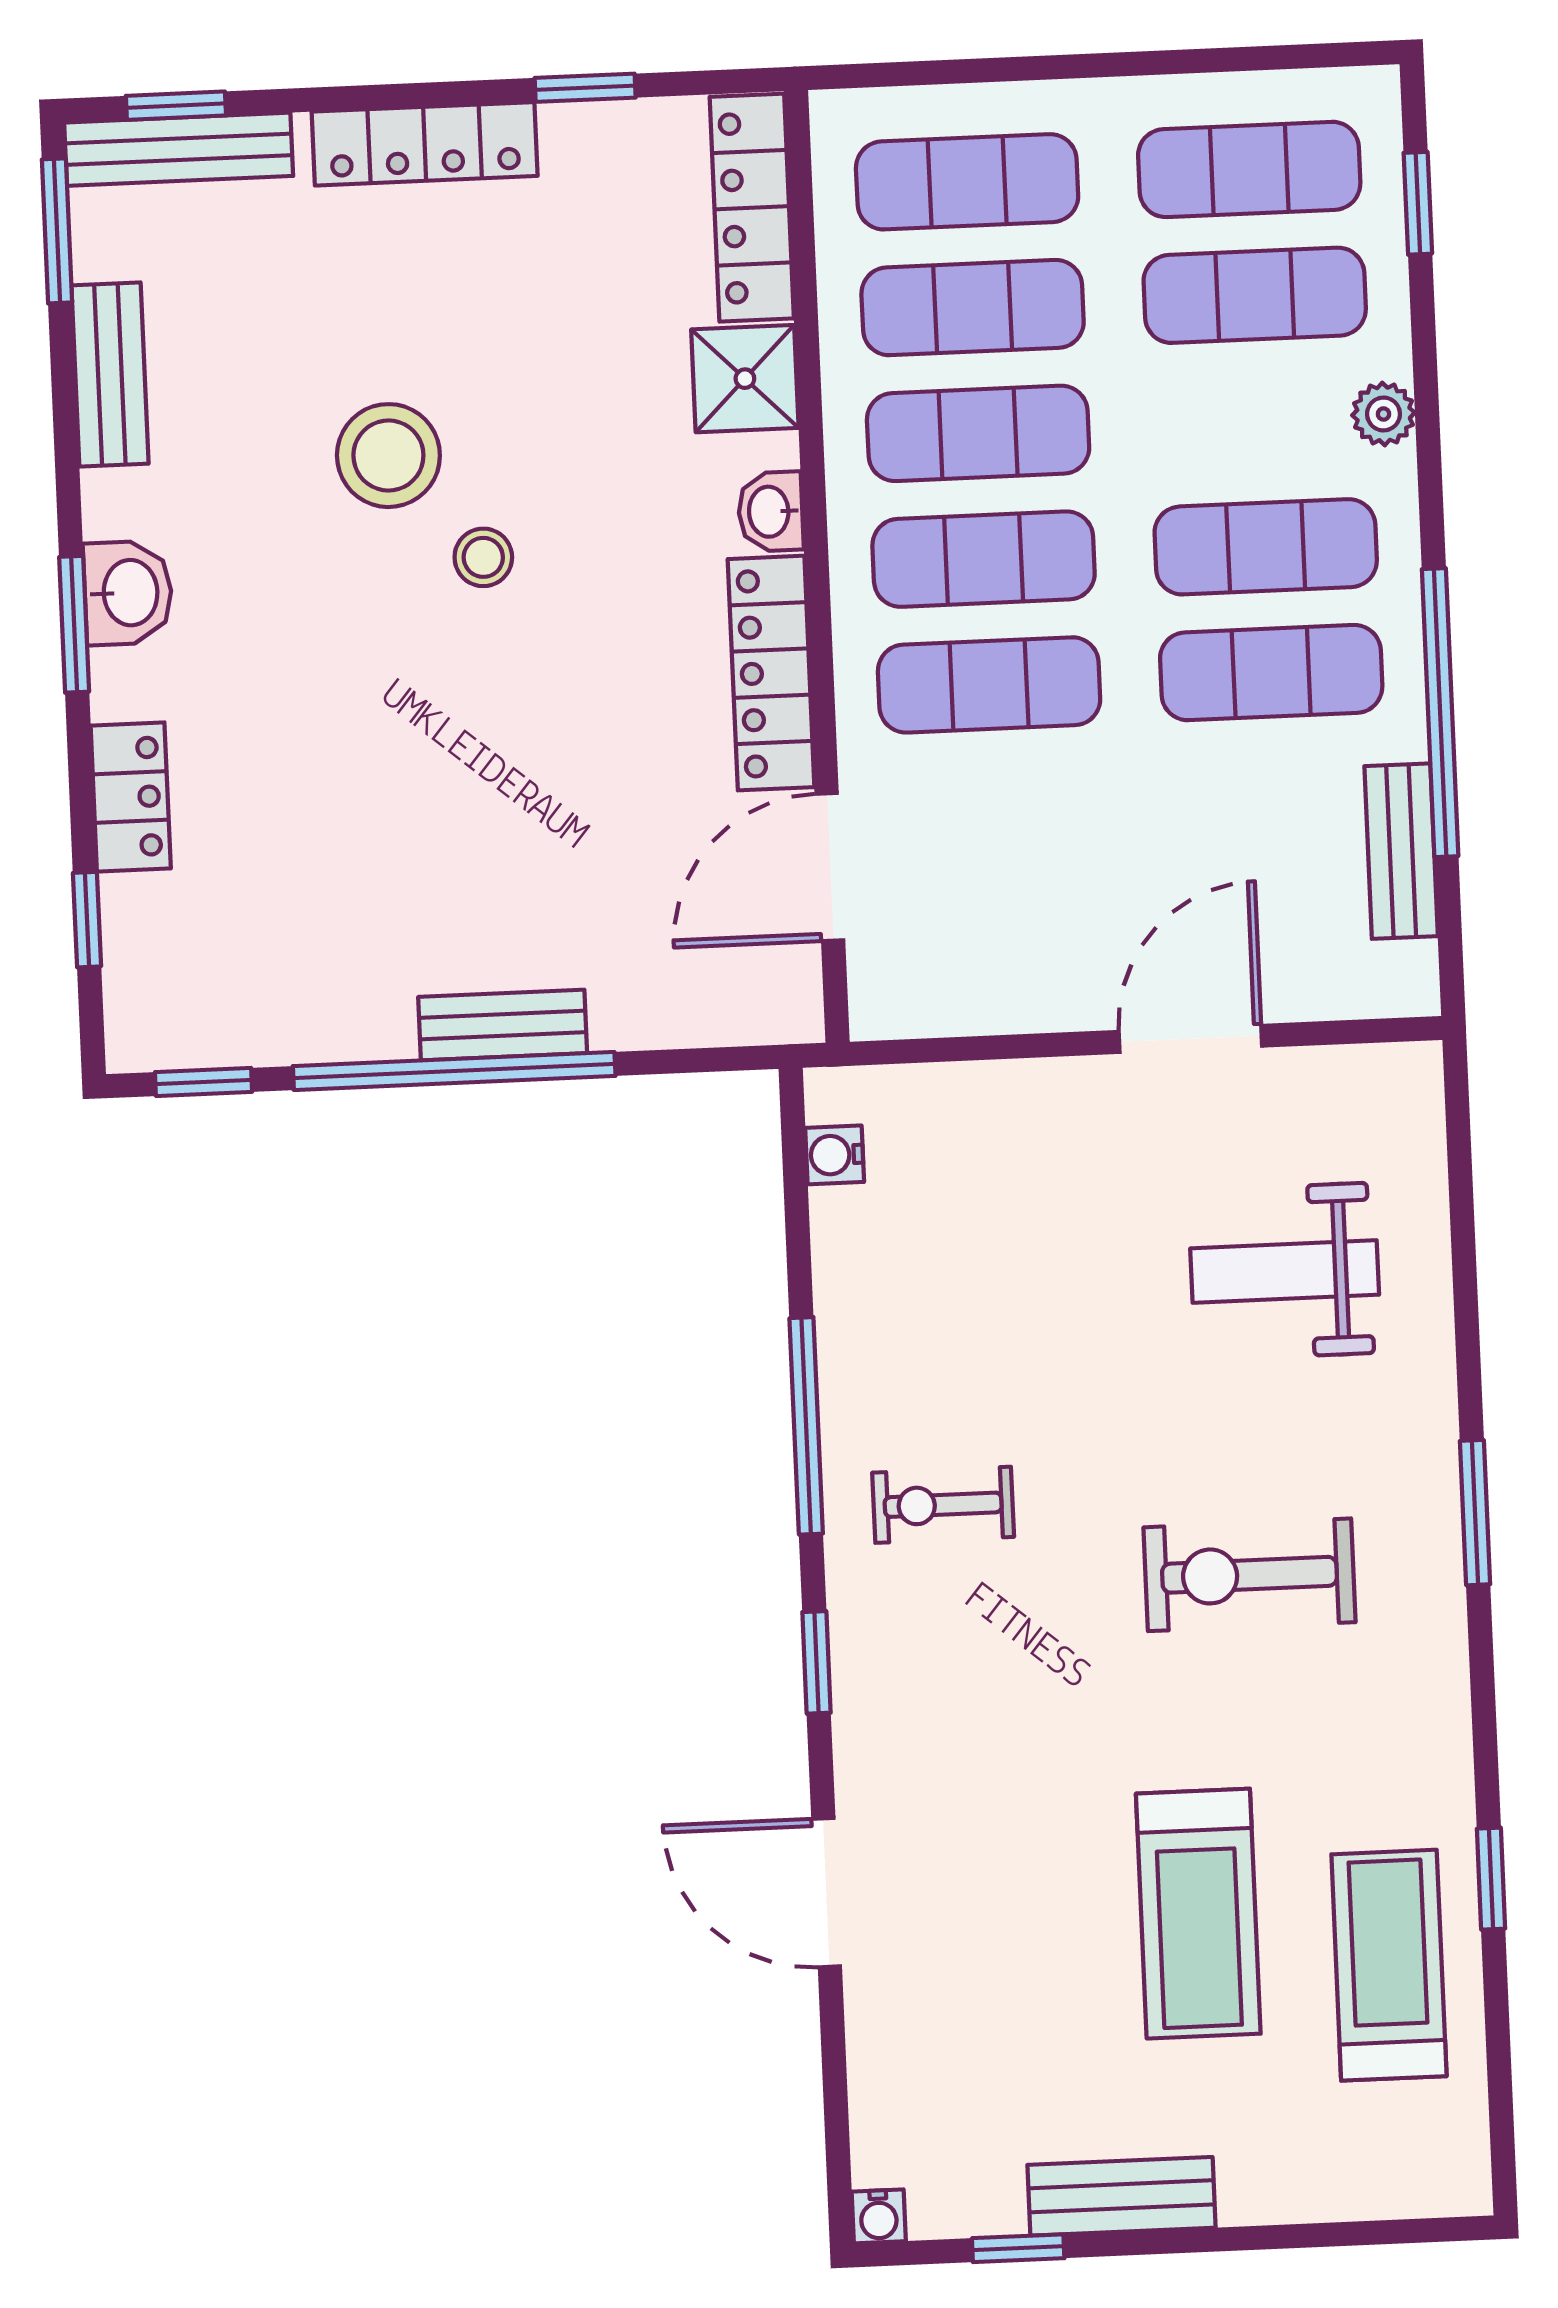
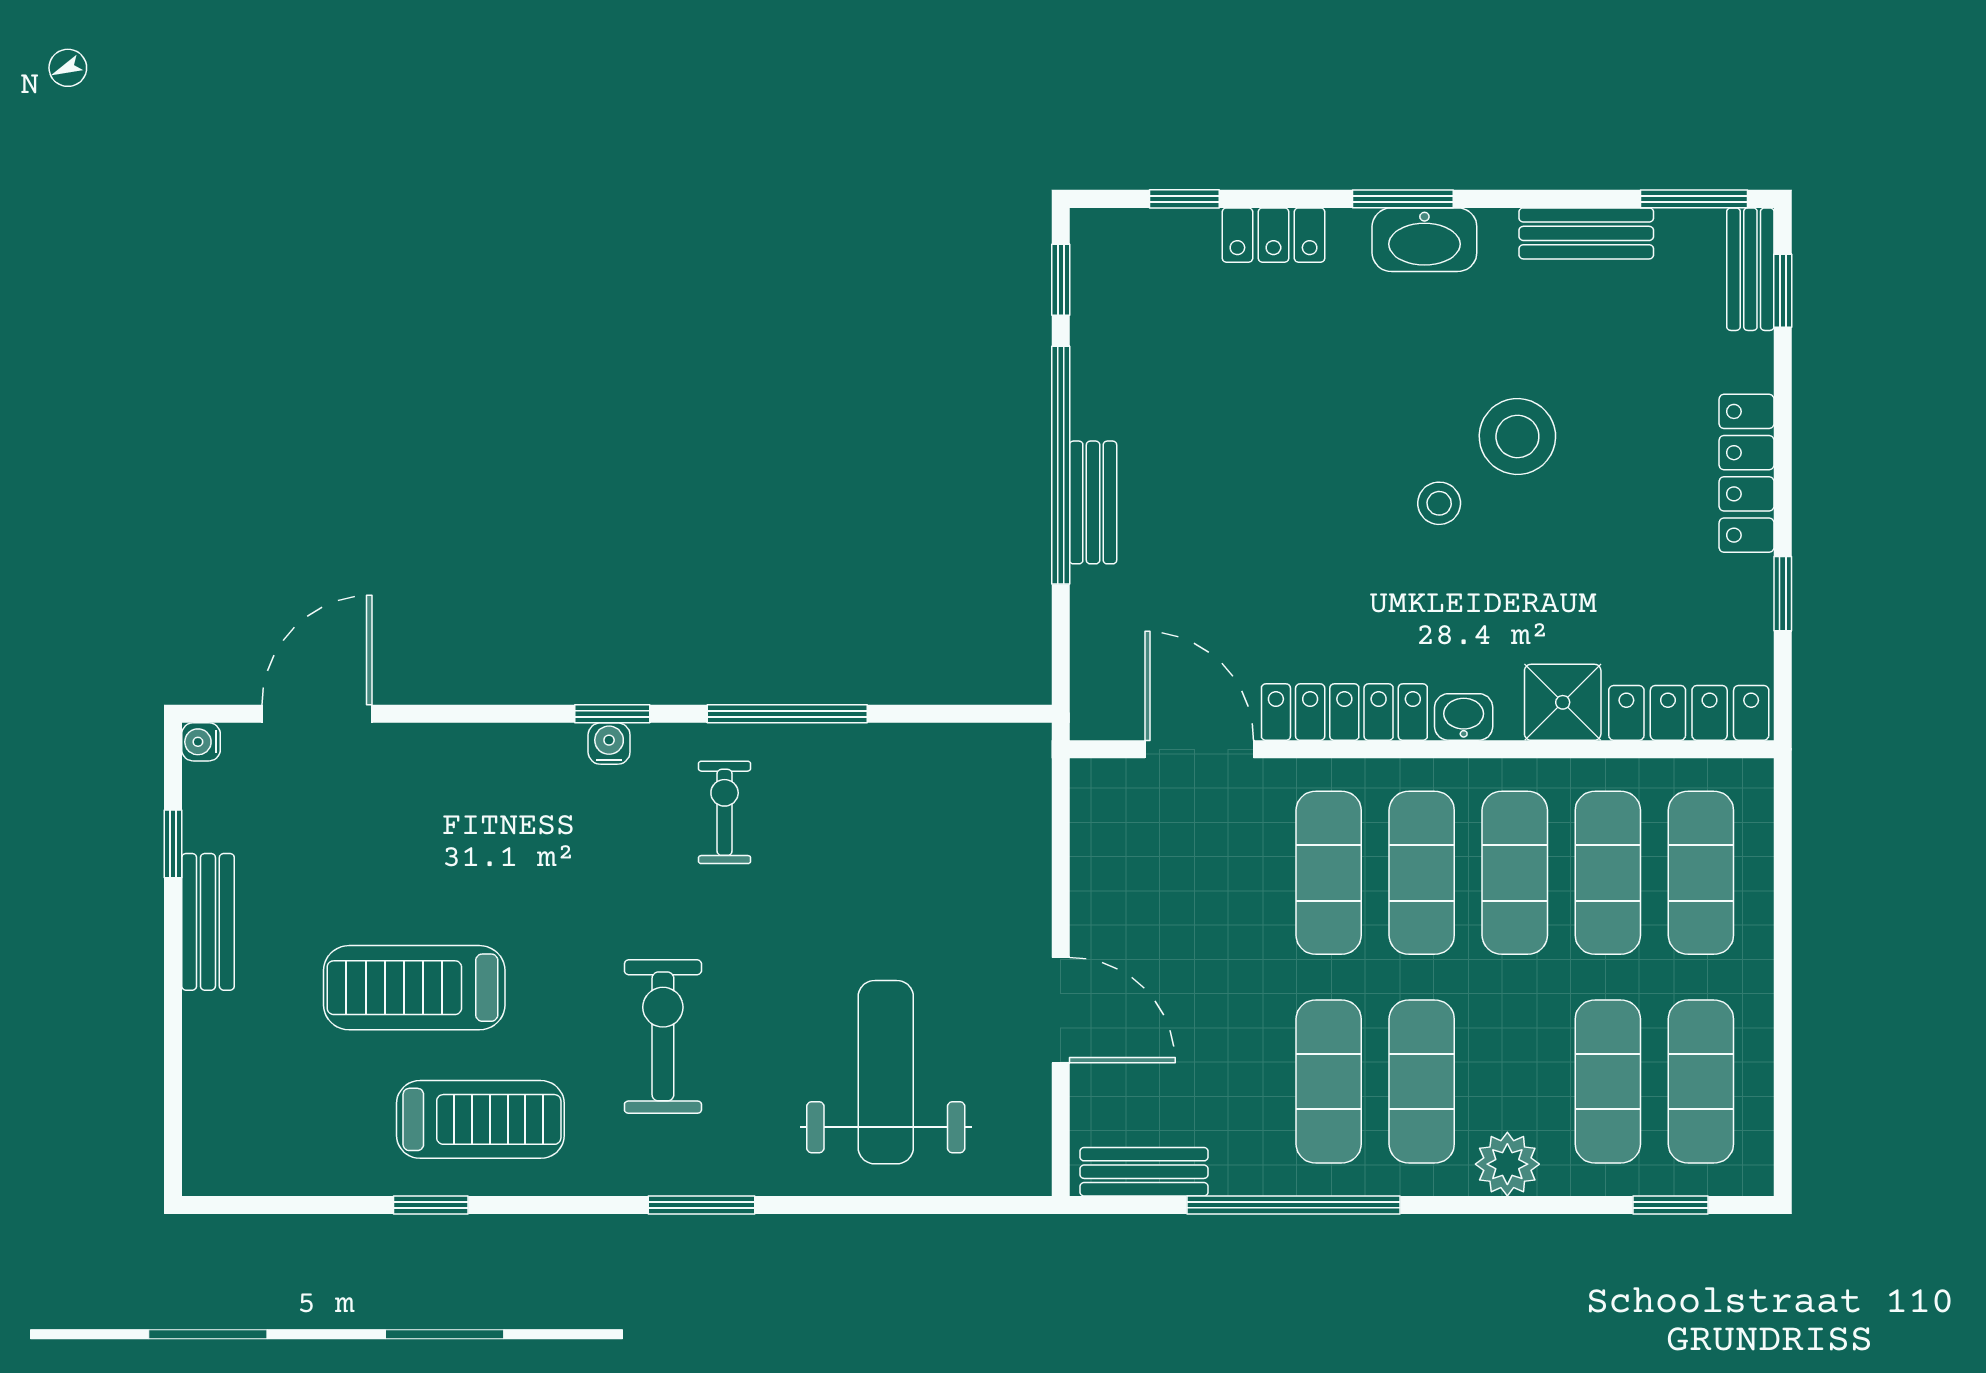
bench: (179, 149) -> (1750, 269), width x0.73
plant: (1384, 414) -> (1507, 1164), width x1.38, depth x1.38
washbasin: (128, 593) -> (1424, 240), width x1.38
bench: (1401, 851) -> (1144, 1172), moved
water cooler: (835, 1155) -> (609, 744), moved
weight bench: (1285, 1272) -> (886, 1072), width x1.36, depth x1.33
door: (827, 1893) -> (317, 714), moved
treadmill: (1389, 1965) -> (480, 1119), moved

